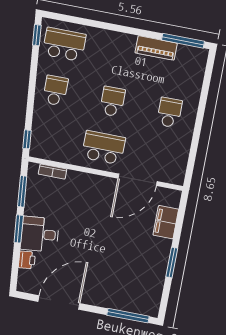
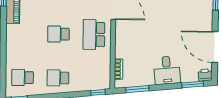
school desk: (64, 44) -> (23, 77), width x0.54
window: (19, 229) -> (193, 84), moved
printer: (27, 260) -> (205, 75), moved

